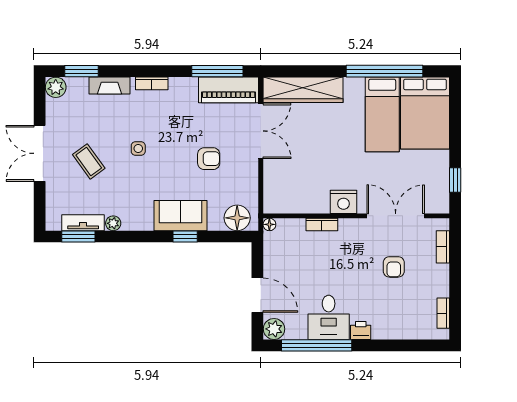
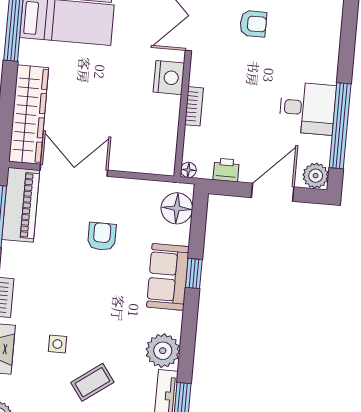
side table: (138, 148) -> (57, 344), moved
plant: (113, 223) -> (163, 351), width x1.87, depth x1.87
printer: (361, 330) -> (226, 170), moved, turned 90

